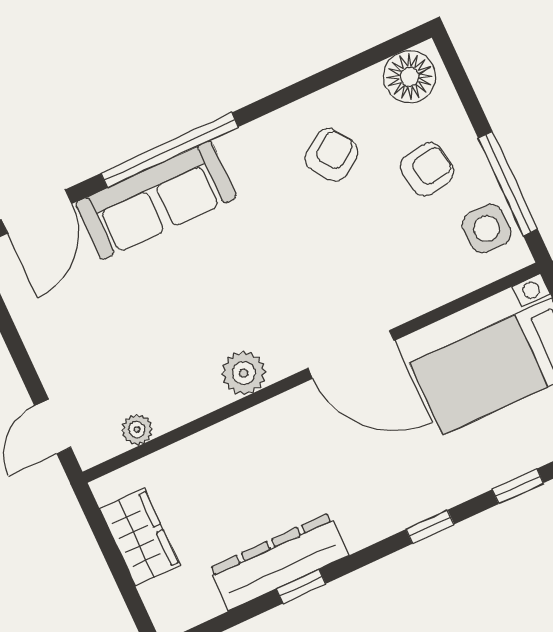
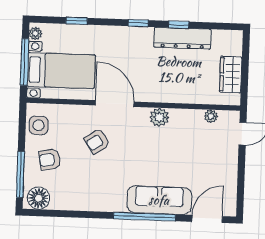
armchair: (331, 155) -> (97, 141), moved
window: (508, 183) -> (20, 174), moved
window: (430, 527) -> (138, 23), moved

